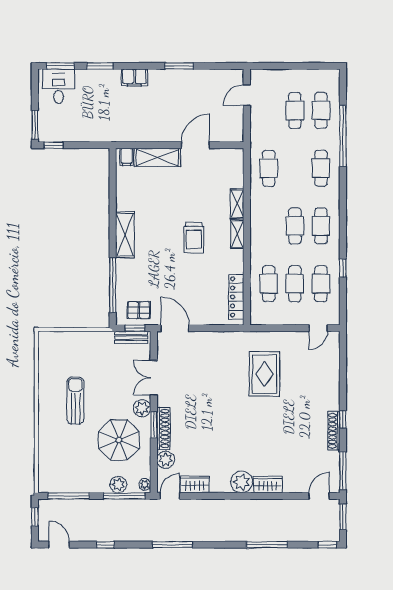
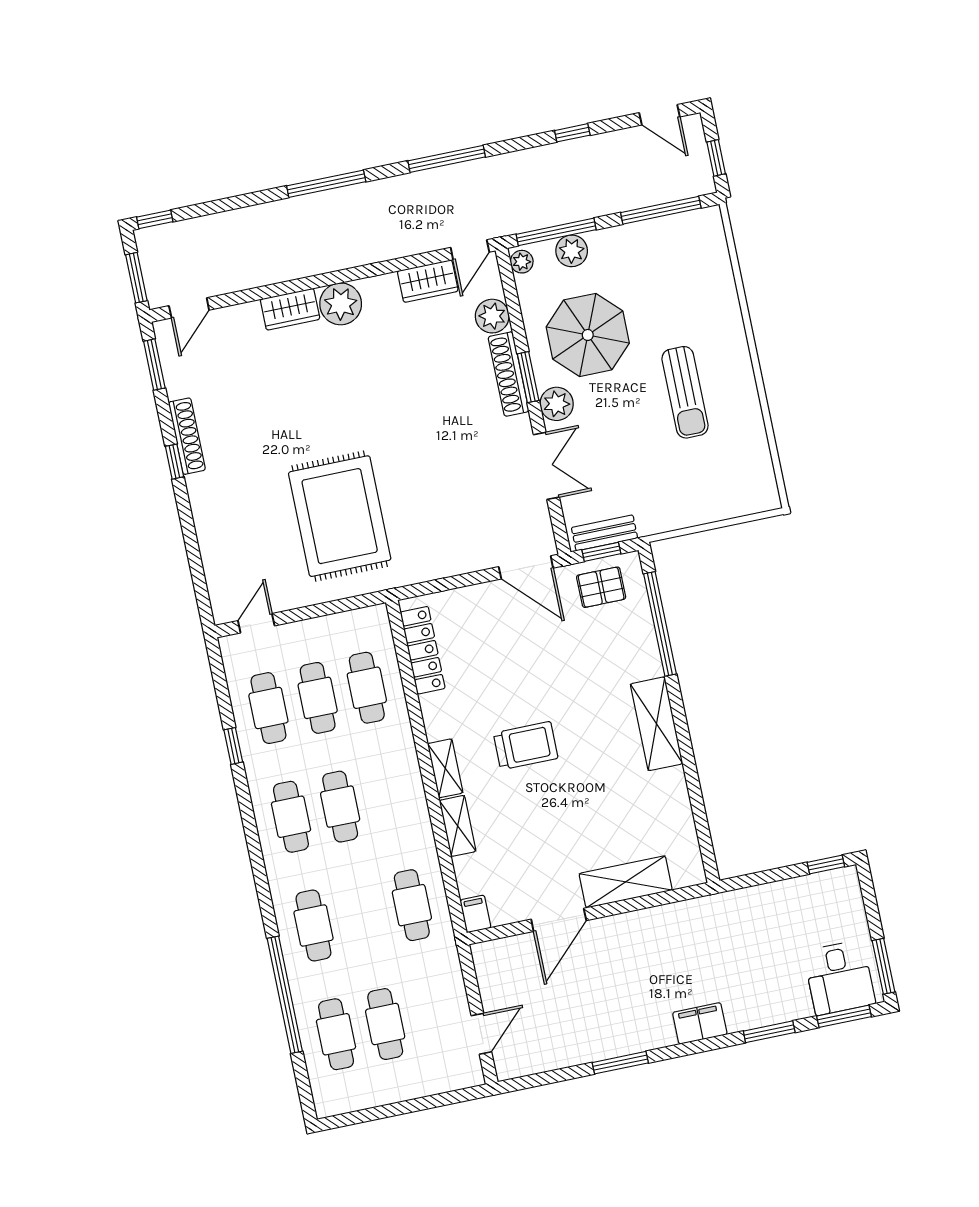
window: (35, 125) -> (884, 966), moved
filing cabinet: (127, 157) -> (475, 914), moved
trolley: (194, 237) -> (526, 746), turned 90
rug: (264, 374) -> (340, 516), width x1.37, depth x1.44
window: (343, 471) -> (154, 365), width x0.69
window: (267, 545) -> (326, 184), moved

